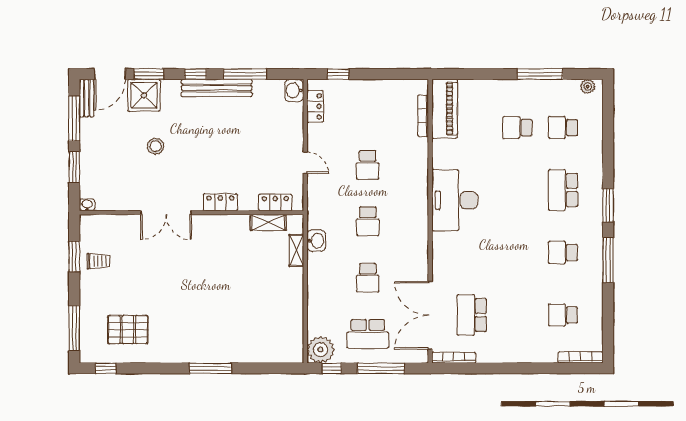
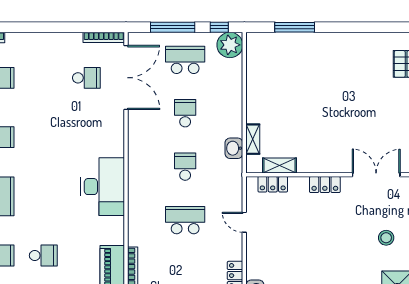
school desk: (368, 165) -> (185, 220), width x1.85
school desk: (472, 315) -> (86, 78), width x0.54
window: (210, 368) -> (295, 27), moved

